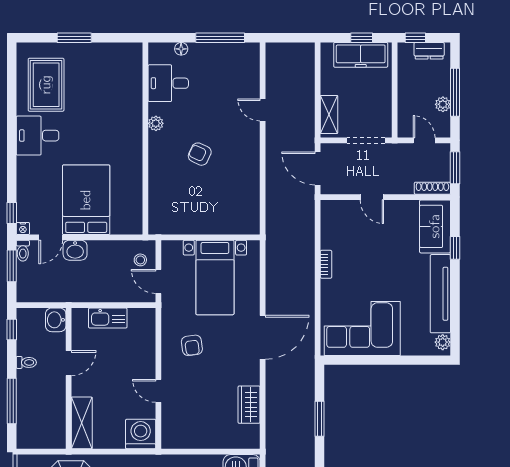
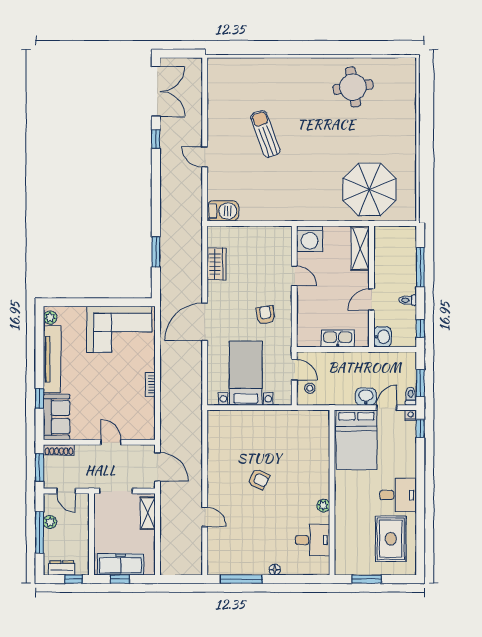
desk: (168, 83) -> (313, 540), moved
plant: (156, 123) -> (323, 506), moved
wall: (145, 138) -> (332, 493), moved

